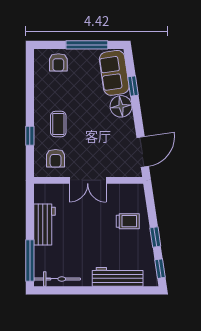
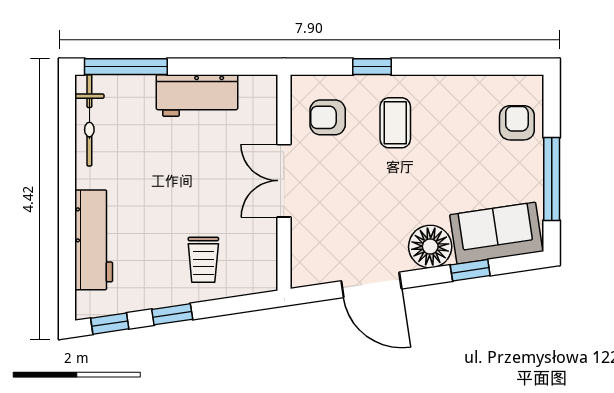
armchair: (58, 62) -> (517, 123), turned 90
coffee table: (58, 124) -> (395, 123), turned 90
door: (143, 152) -> (371, 285), moved

